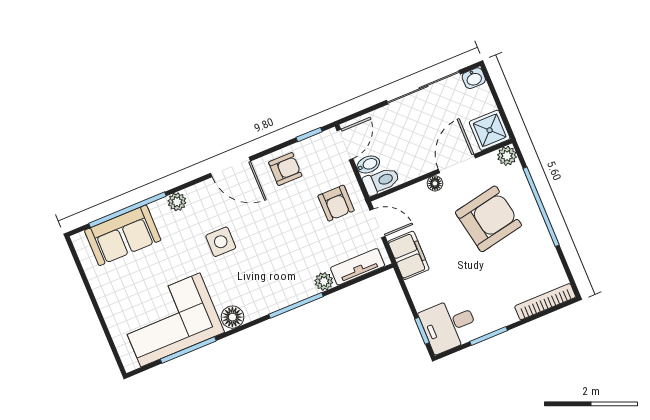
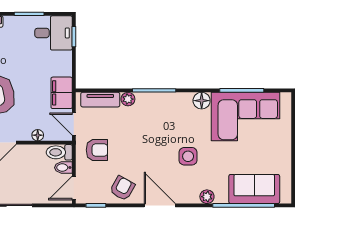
armchair: (285, 169) -> (122, 188), turned 119
floor lamp: (435, 183) -> (38, 135), moved
armchair: (336, 203) -> (97, 150), turned 90

